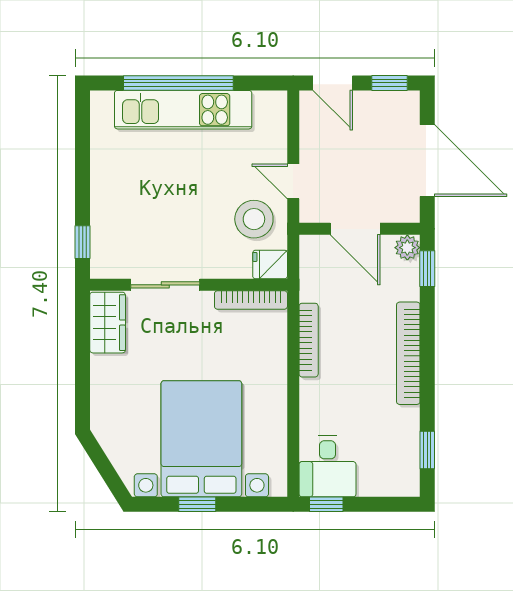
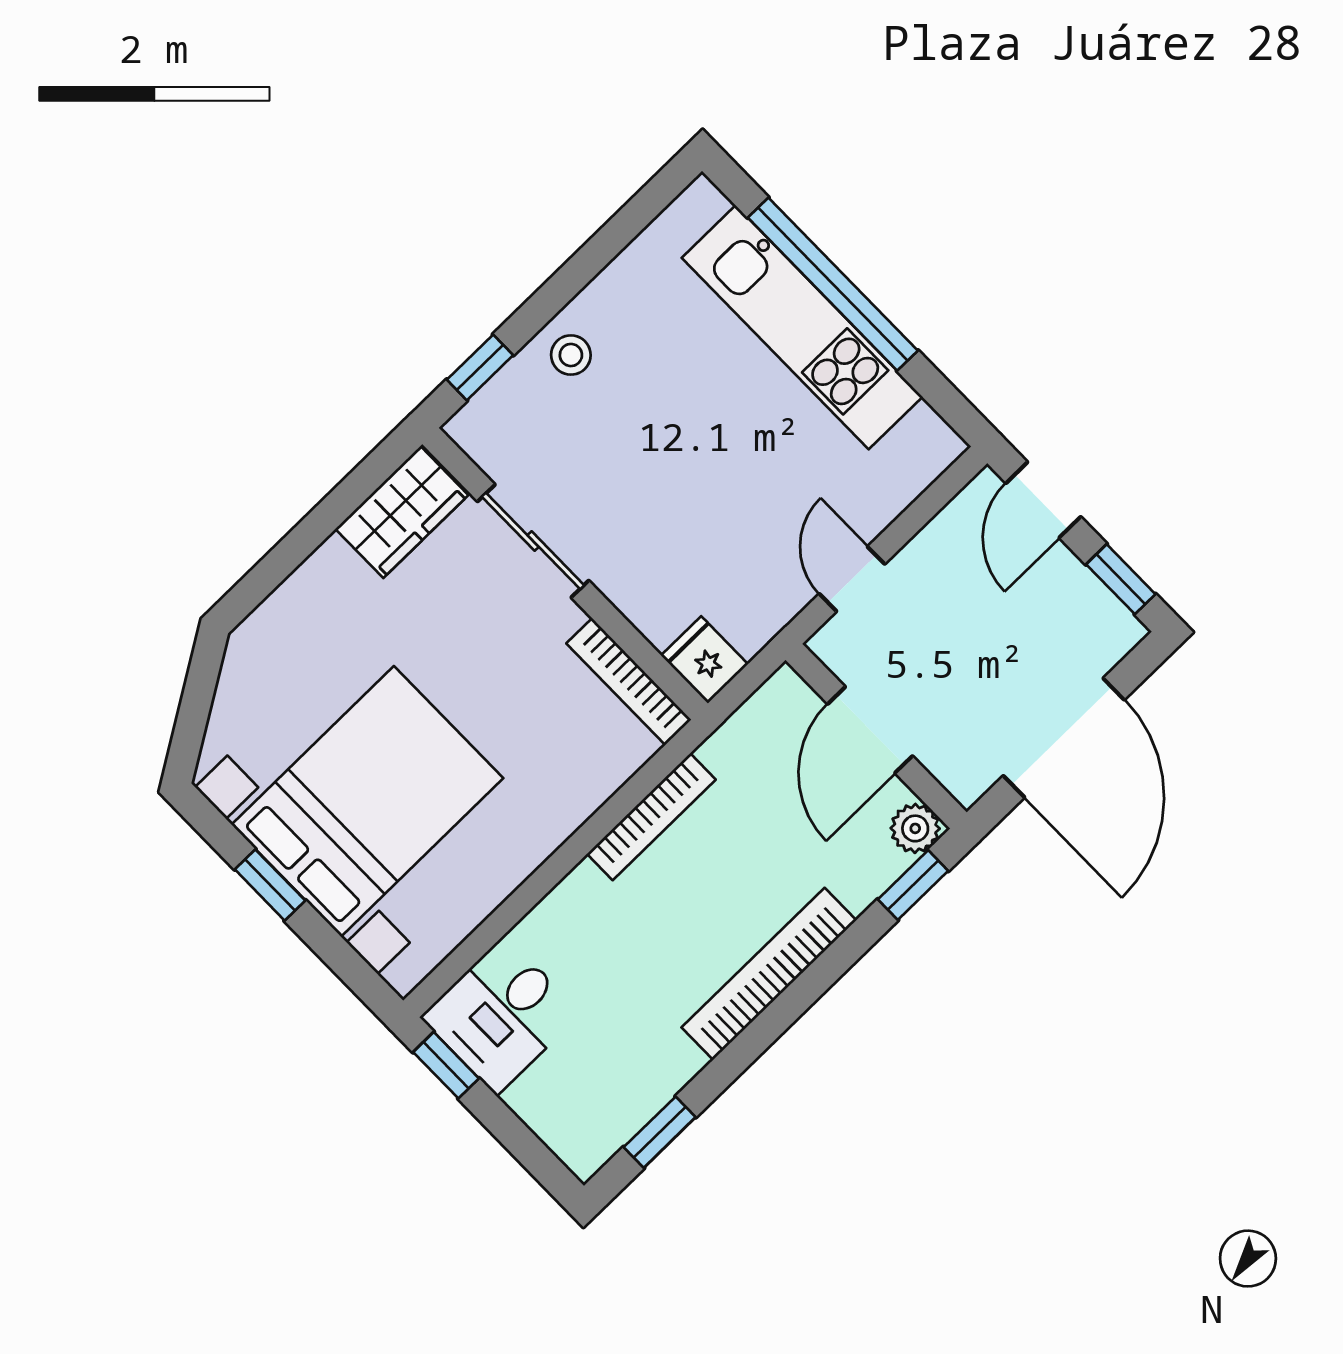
stool: (254, 219) -> (571, 355), moved, width x0.53, depth x0.53

